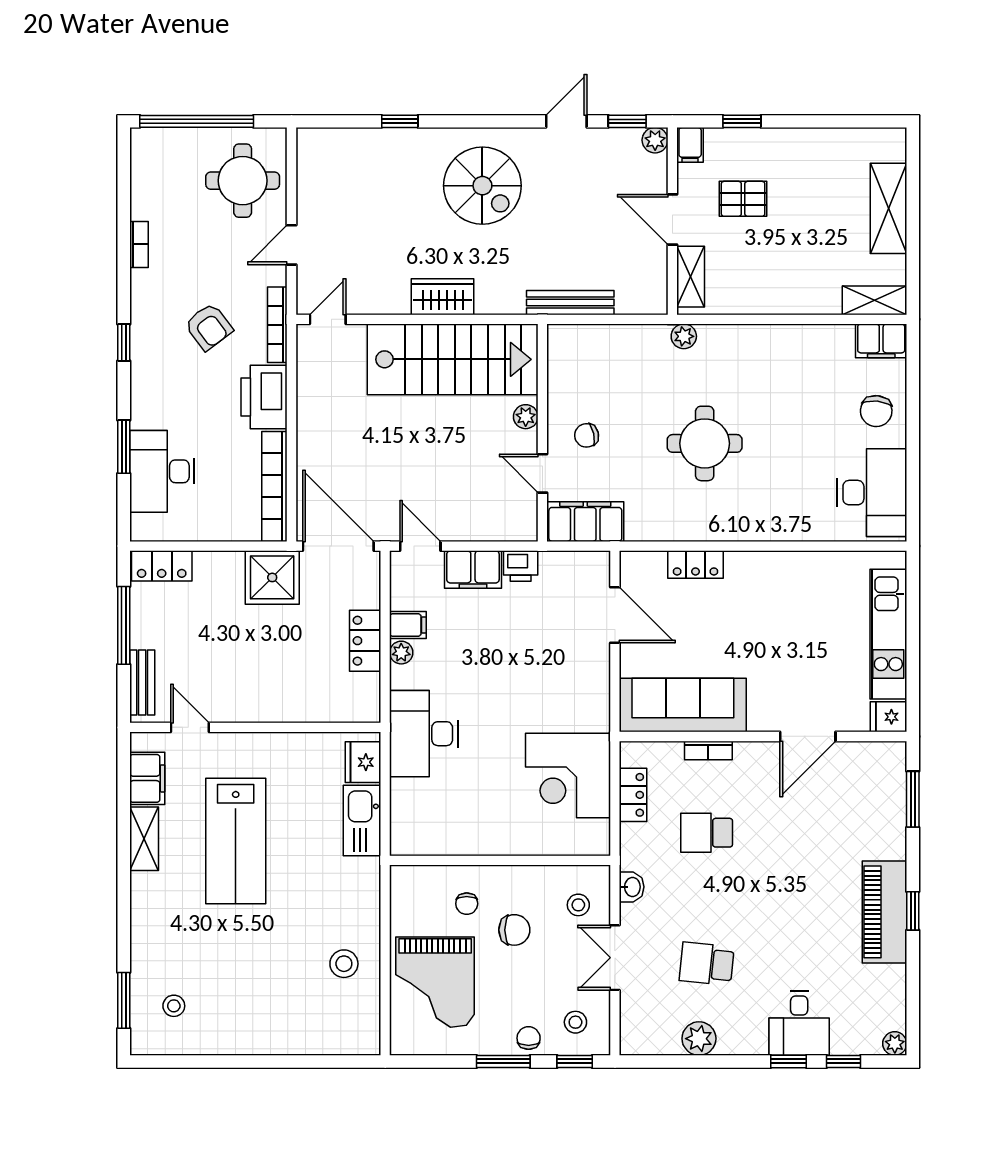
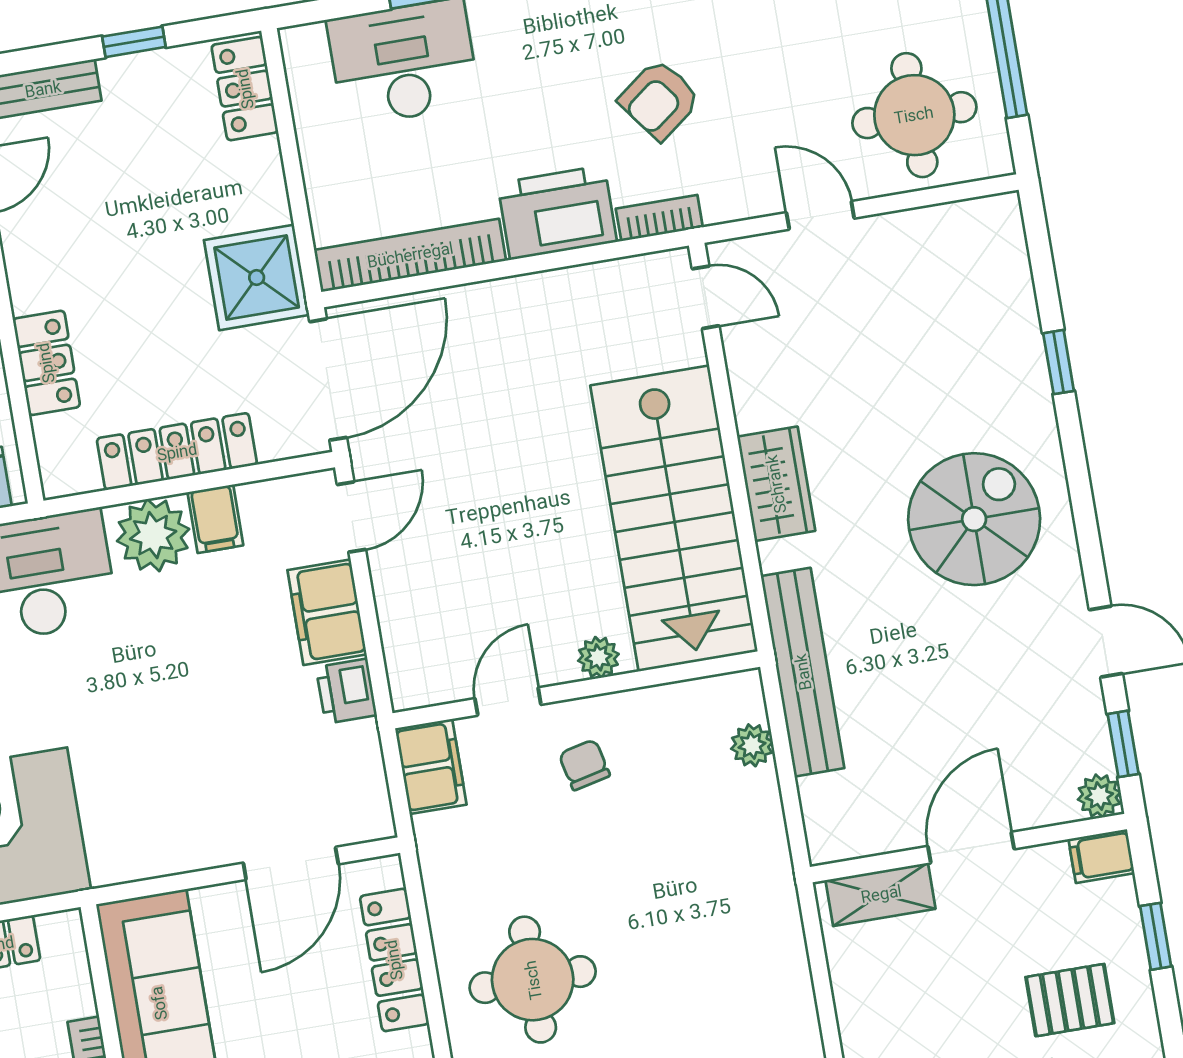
spiral stairs: (482, 186) -> (974, 519), turned 180
pallet: (743, 199) -> (1070, 1000), moved, turned 90
bench: (570, 303) -> (803, 672), width x1.37, depth x1.21
bookcase: (277, 325) -> (659, 218), width x0.64
plant: (684, 336) -> (752, 745), moved
round table: (705, 443) -> (533, 980), moved
filing cabinet: (585, 522) -> (431, 766), width x0.67, depth x0.86
locker: (696, 564) -> (394, 960), width x1.53
window: (124, 625) -> (134, 42), width x0.46
locker: (365, 641) -> (177, 452), width x1.53
plant: (401, 653) -> (153, 535), width x1.88, depth x1.88
locker: (301, 708) -> (46, 363), added

